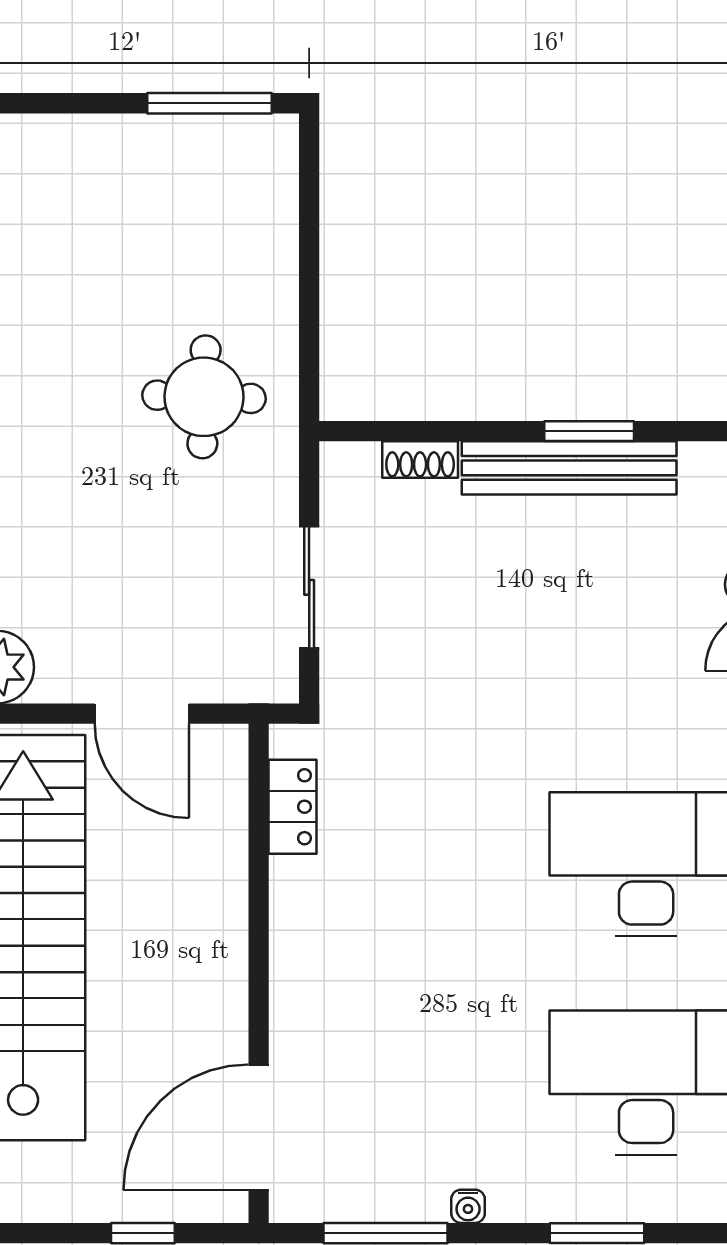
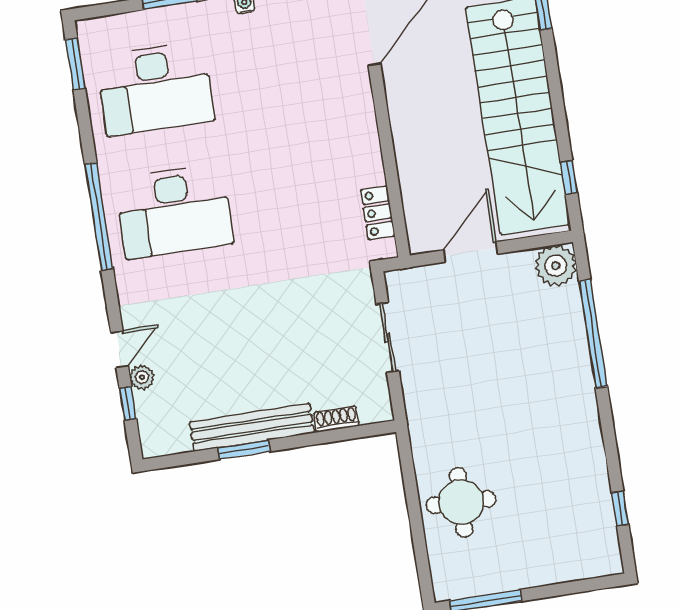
round table: (204, 397) -> (461, 502), moved
door: (142, 714) -> (471, 252), hinge flipped

